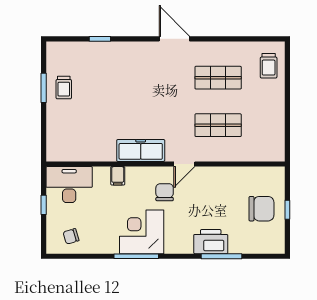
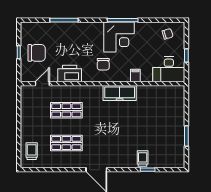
trolley: (64, 88) -> (143, 158), moved
door: (184, 164) -> (42, 84), moved
chair: (261, 209) -> (37, 53), turned 180
printer: (211, 242) -> (70, 74), moved, turned 180

